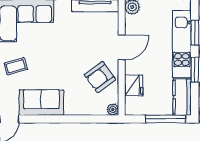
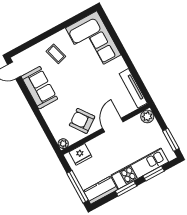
door: (122, 47) -> (113, 125), swing flipped
fridge: (134, 85) -> (80, 154), moved

